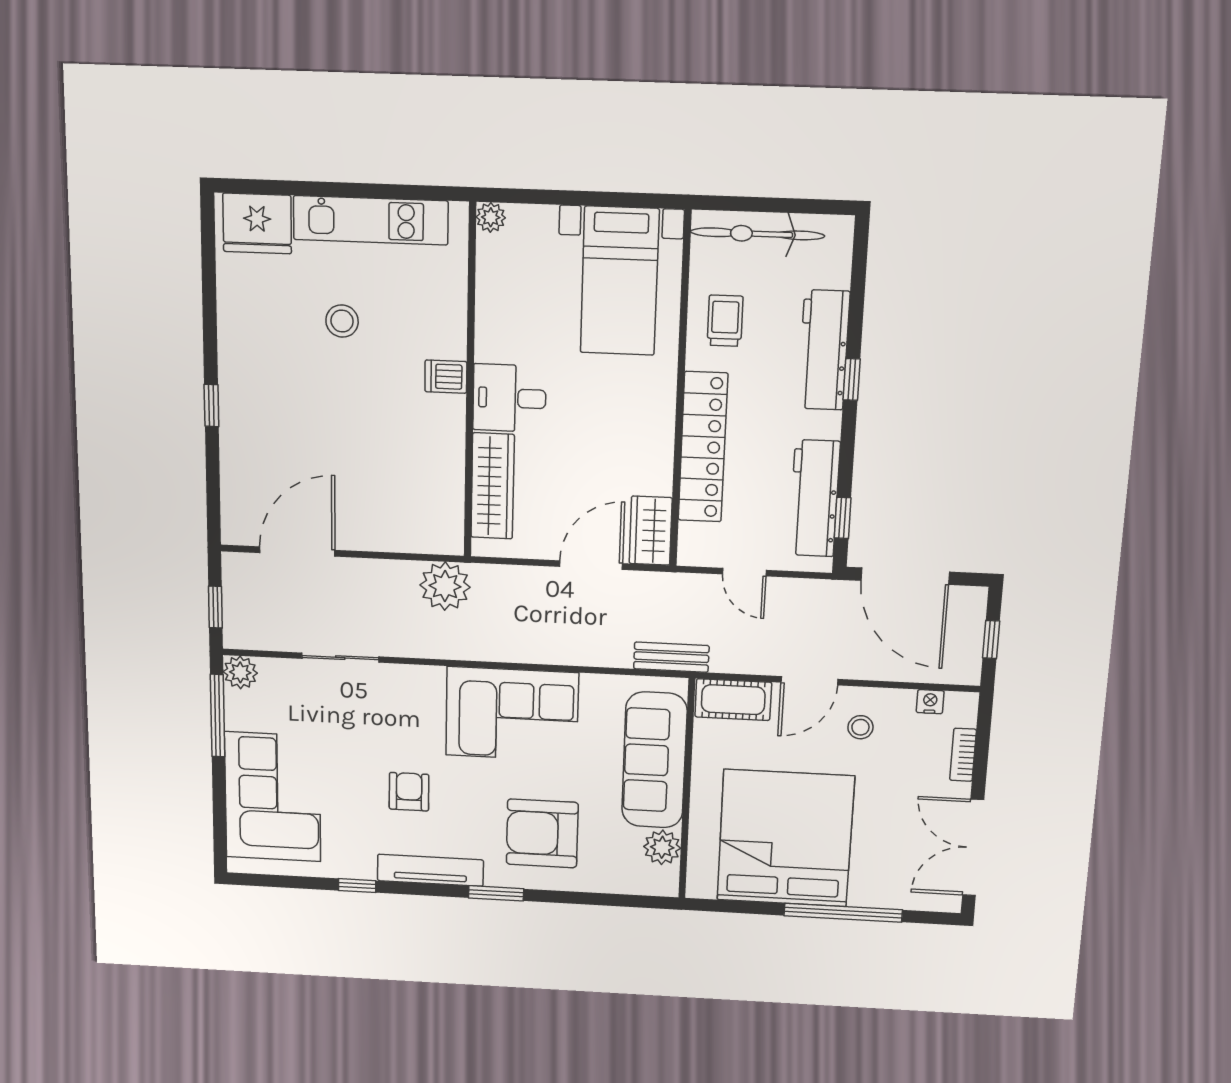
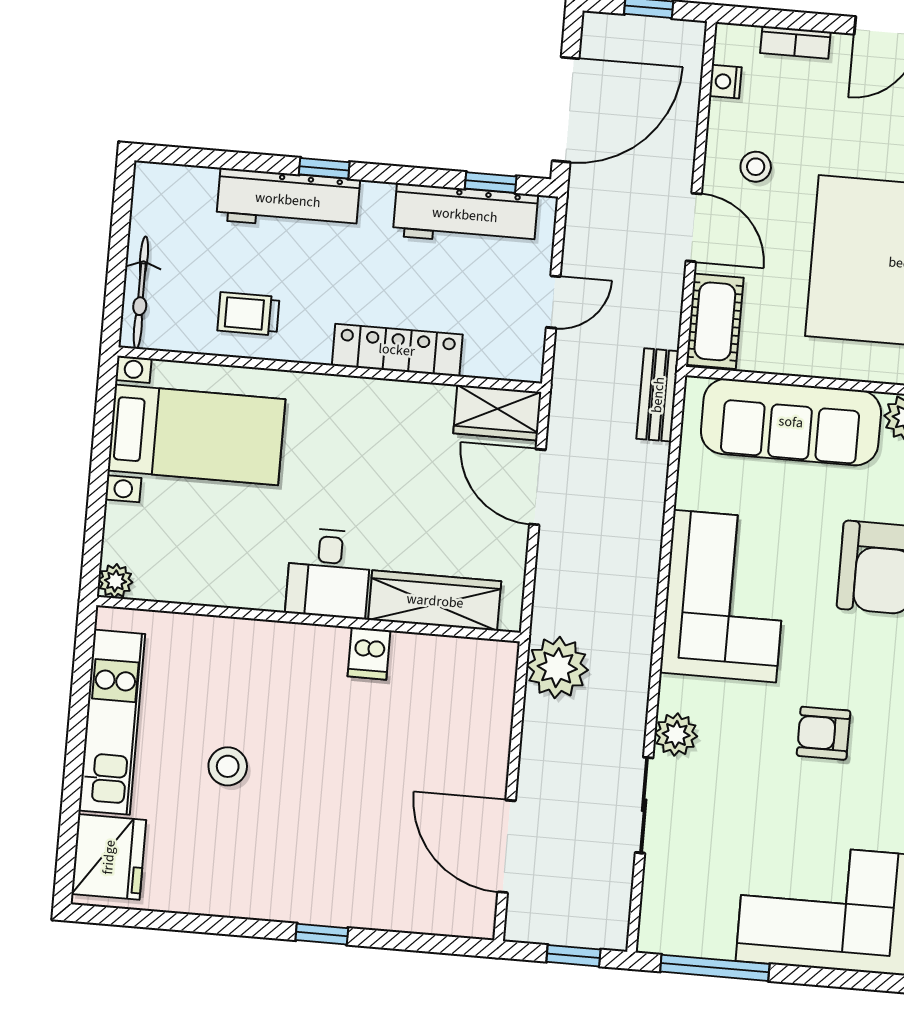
bicycle: (757, 234) -> (141, 293), width x0.73, depth x0.71
dishwasher: (446, 377) -> (369, 653), moved
locker: (703, 447) -> (397, 350), width x0.71, depth x0.83
plant: (240, 672) -> (676, 734), moved

